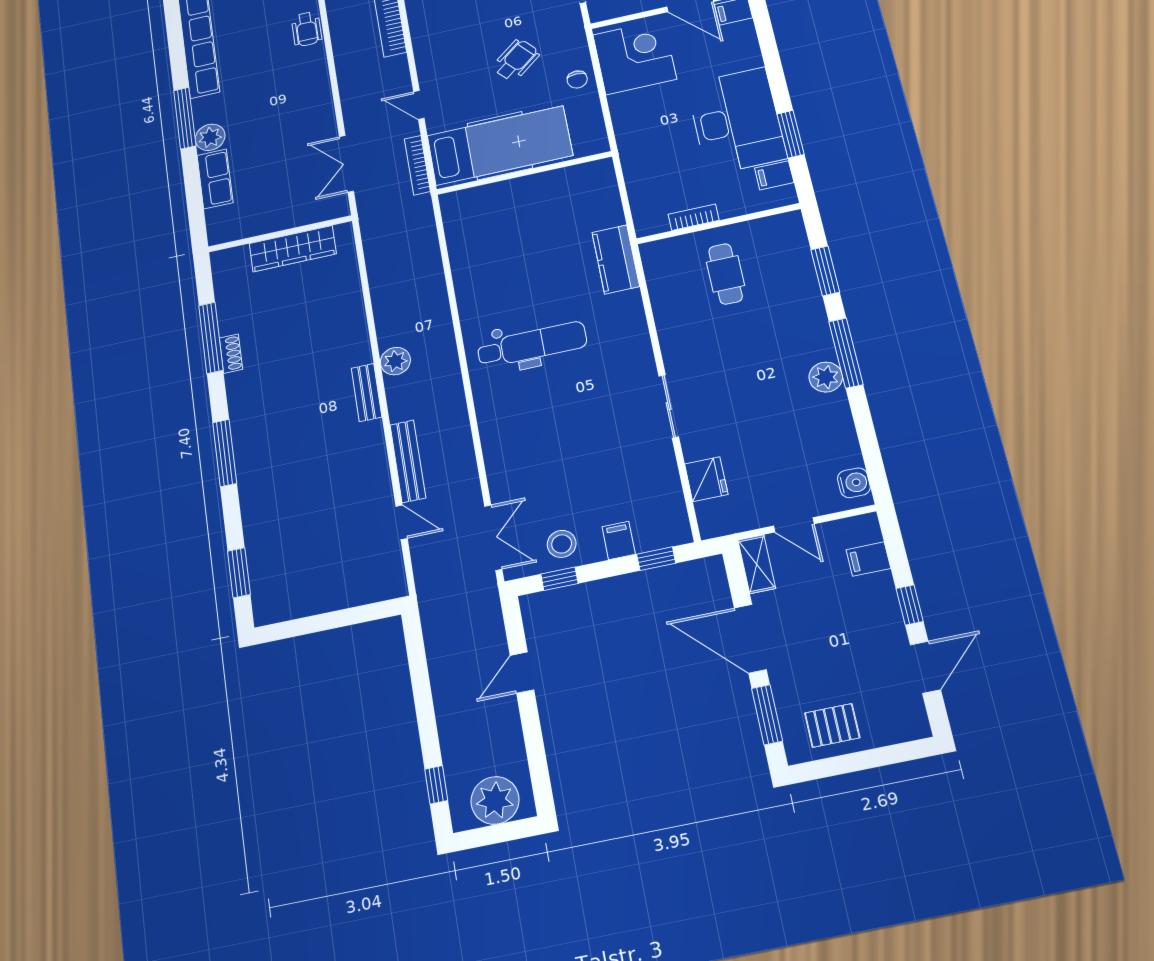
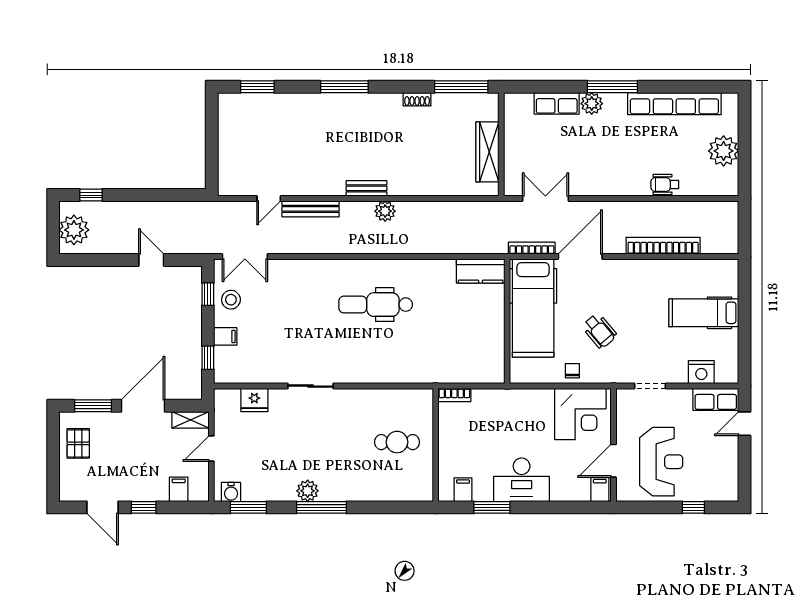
chair: (577, 80) -> (572, 371), turned 90
door: (419, 105) -> (580, 256), width x1.88
desk: (736, 121) -> (522, 480), width x0.73, depth x0.77
bookcase: (694, 217) -> (454, 395), moved, turned 90
kitchen counter: (616, 259) -> (481, 271), moved, turned 180
window: (825, 271) -> (248, 507), moved
window: (211, 338) -> (461, 87), moved
dental chair: (532, 345) -> (376, 305), turned 90

